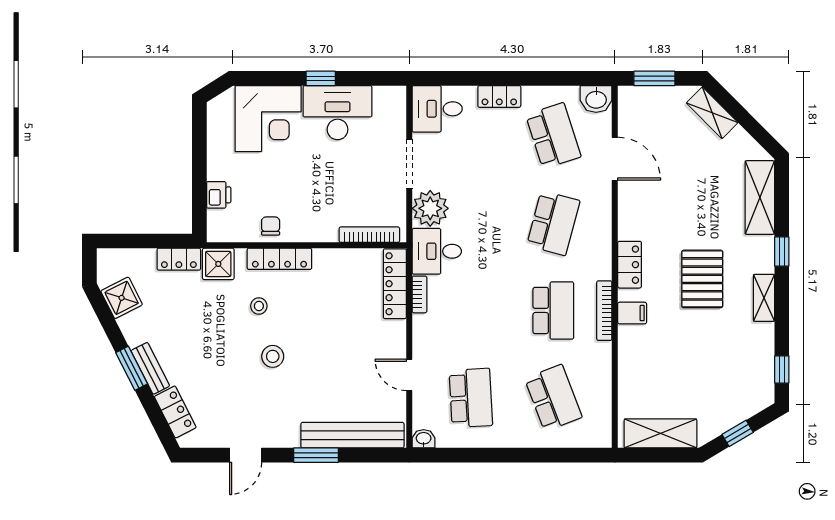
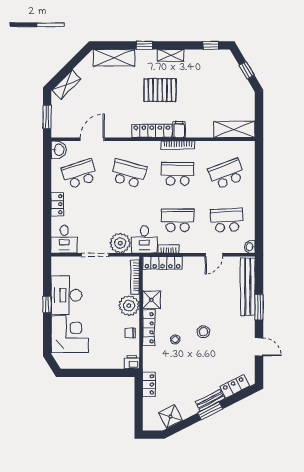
printer: (219, 195) -> (132, 362), moved
plant: (319, 224) -> (129, 306), added
shower: (218, 264) -> (151, 300), moved
locker: (630, 265) -> (152, 131), width x1.53
school desk: (471, 310) -> (178, 220), added
shelving: (660, 433) -> (234, 129), moved, turned 90

